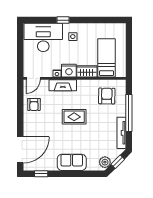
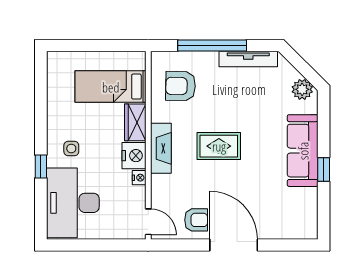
fireplace: (63, 85) -> (161, 148), moved
rug: (74, 117) -> (219, 146), turned 90
door: (20, 150) -> (234, 245), moved
sofa: (72, 162) -> (303, 151), width x1.36
window: (118, 162) -> (301, 66), removed
window: (41, 174) -> (324, 169), moved

